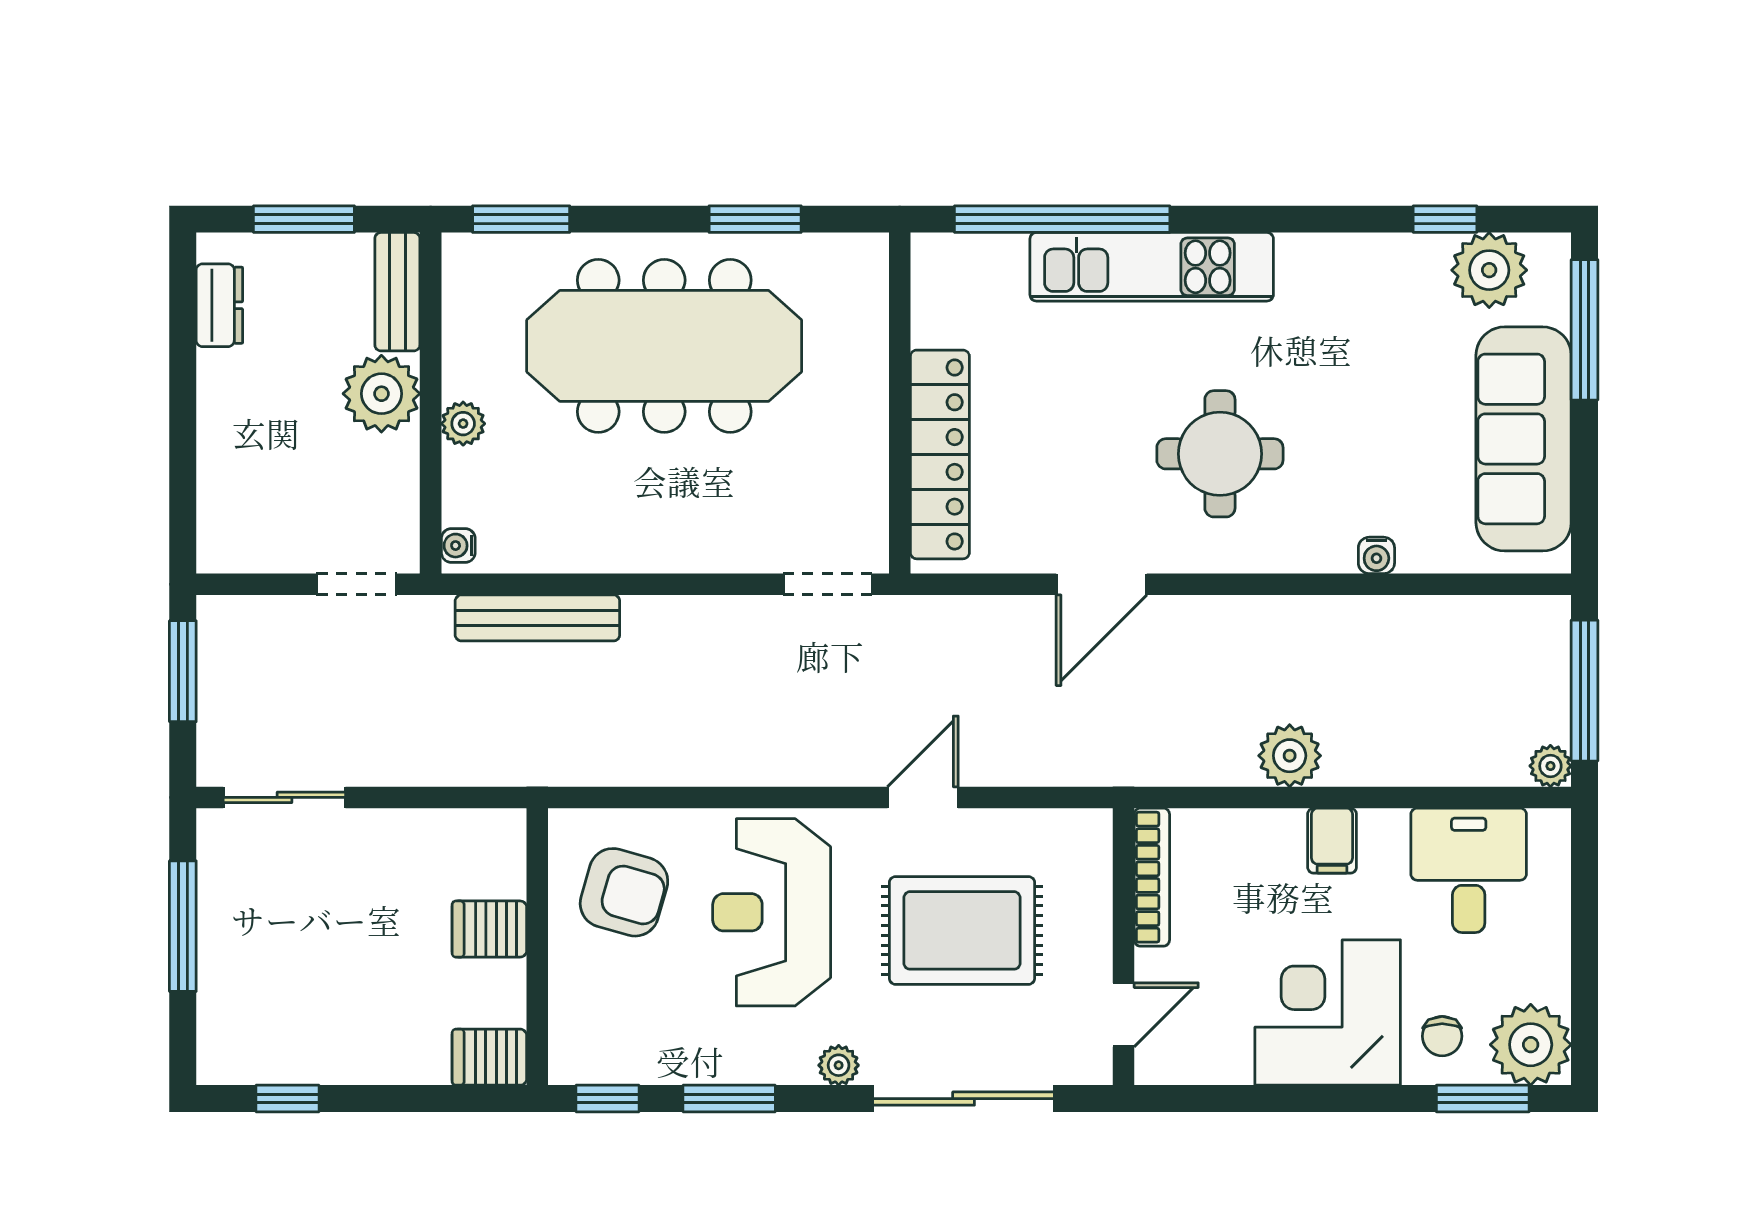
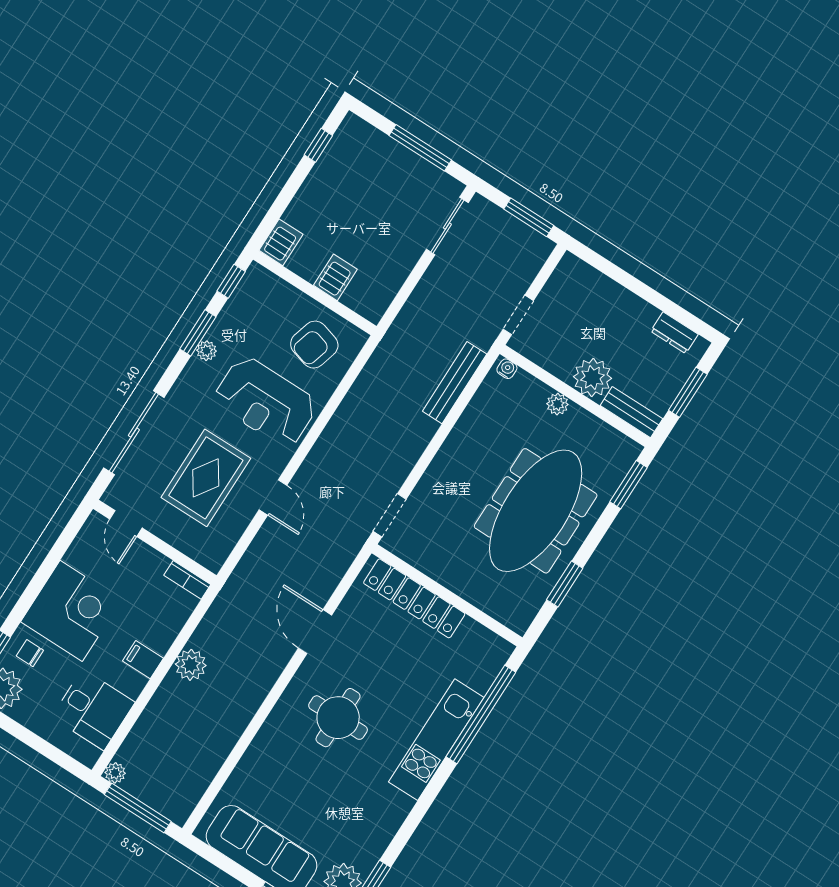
water cooler: (1376, 555) -> (252, 756), removed
bookcase: (1152, 877) -> (187, 580), width x0.64
reception desk: (772, 912) -> (266, 402), turned 180
plant: (839, 1065) -> (207, 351), moved

